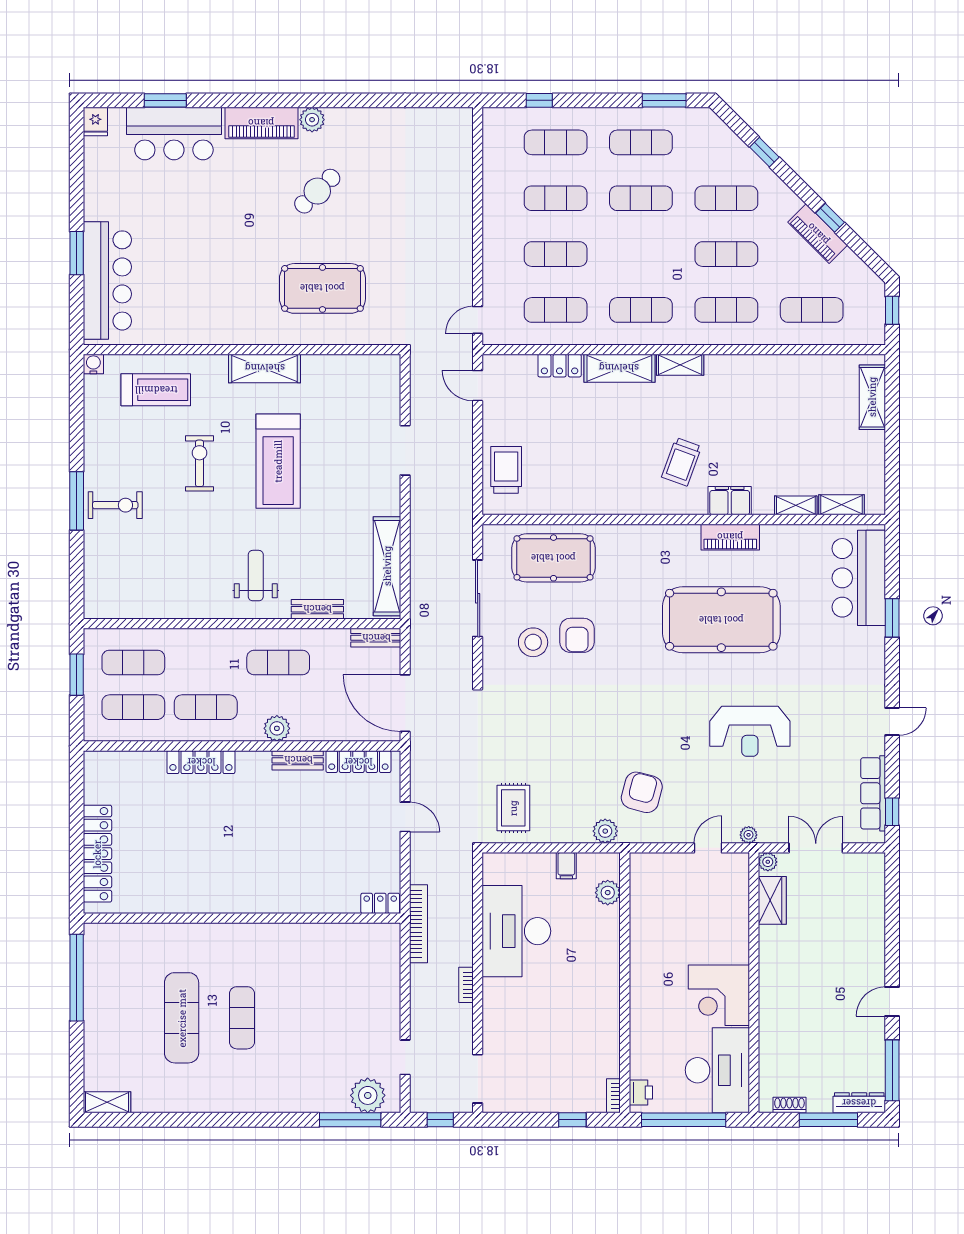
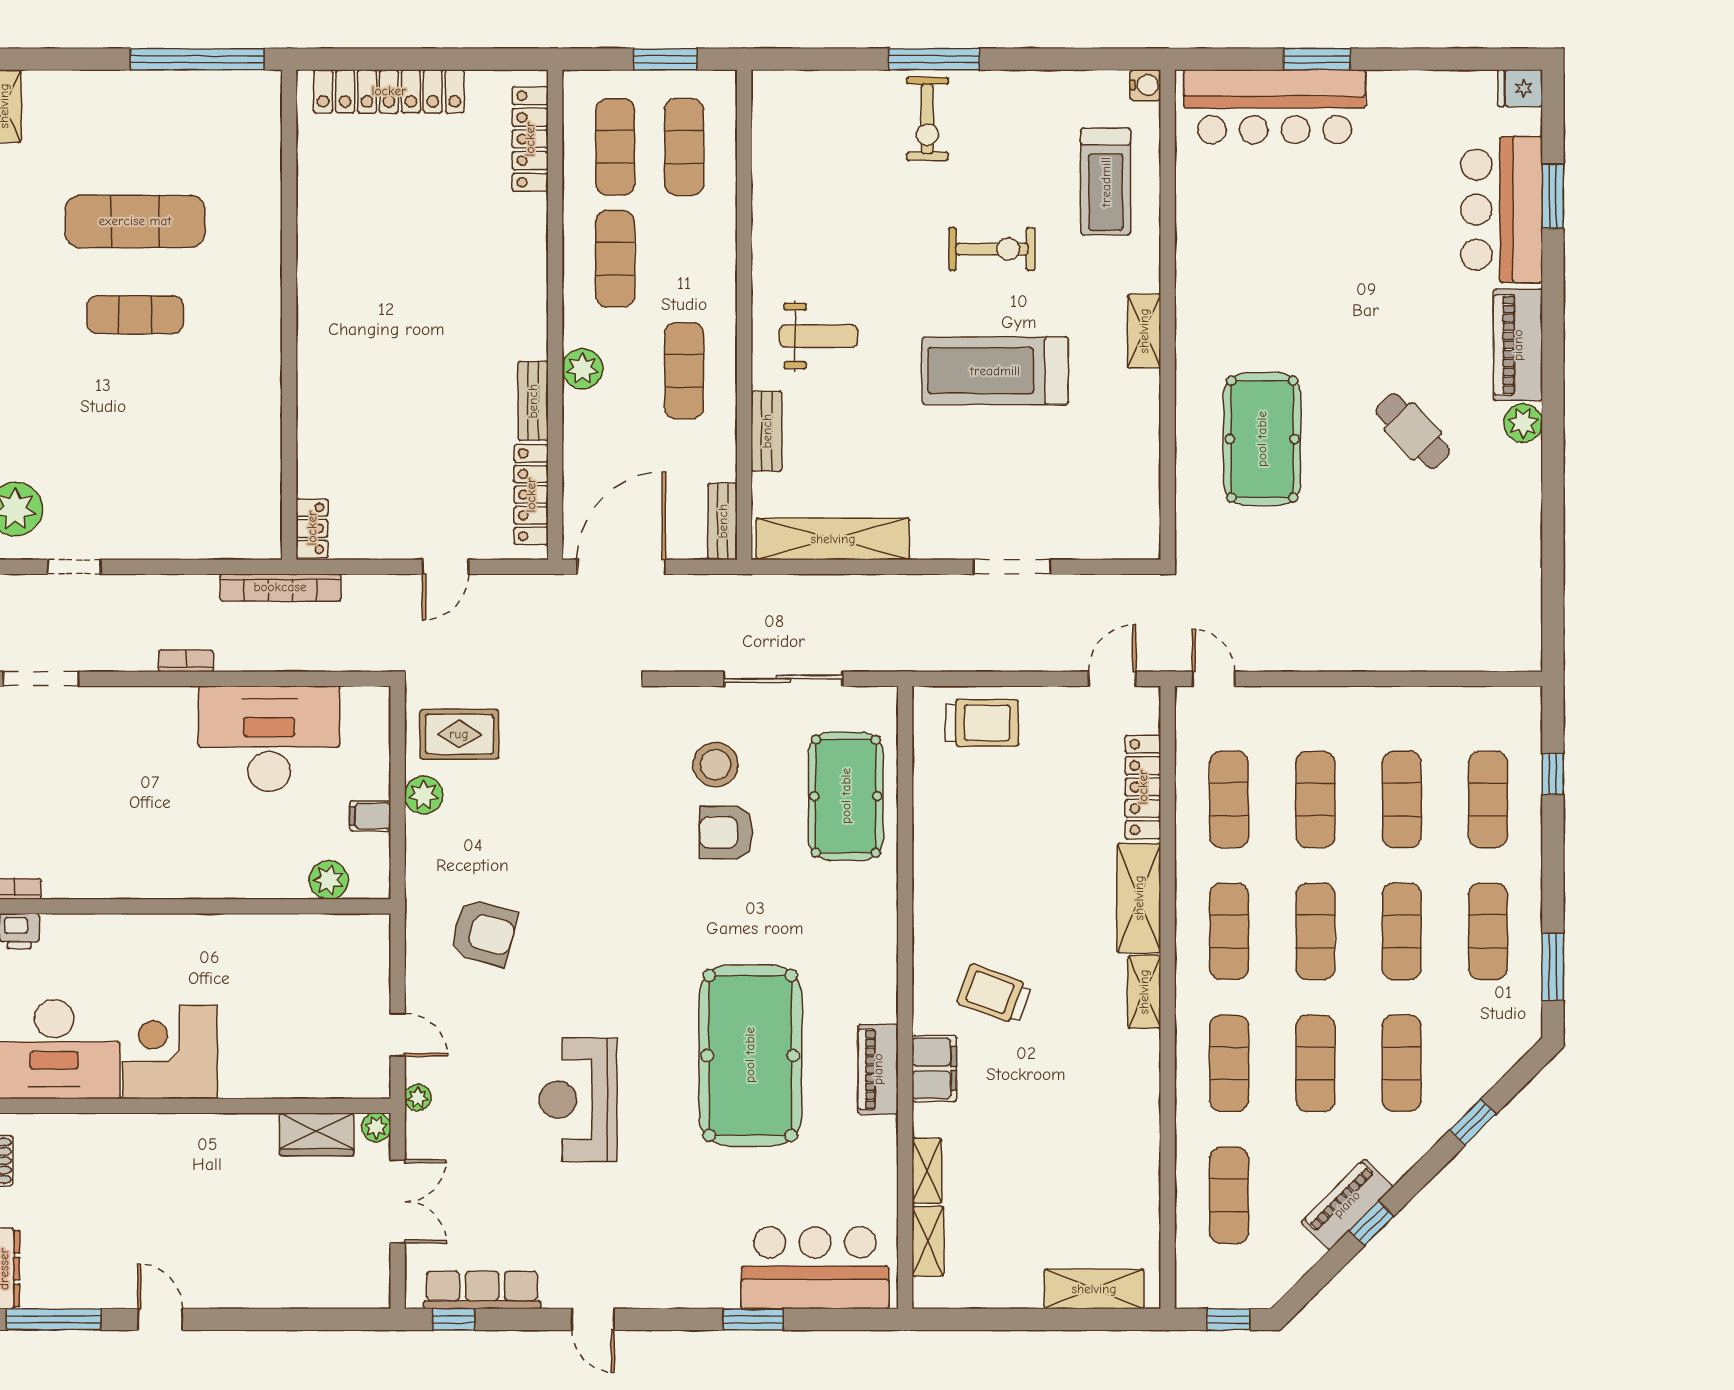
exercise mat: (641, 254) -> (1315, 931), added
locker: (560, 366) -> (1143, 787), width x1.53
shelving: (265, 368) -> (1144, 331), width x0.67, depth x0.75
locker: (201, 762) -> (530, 139), moved
plant: (605, 831) -> (424, 795), moved

